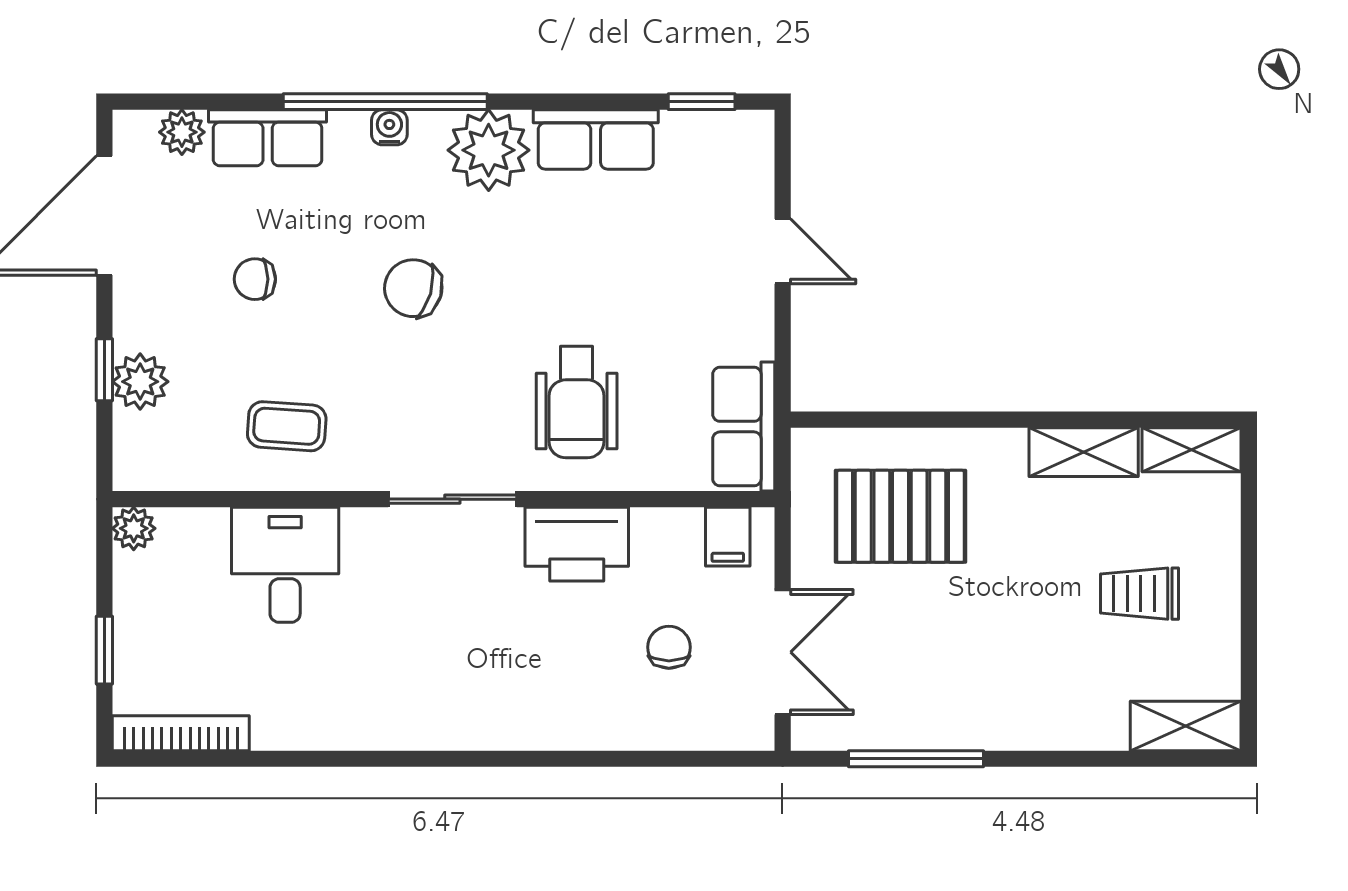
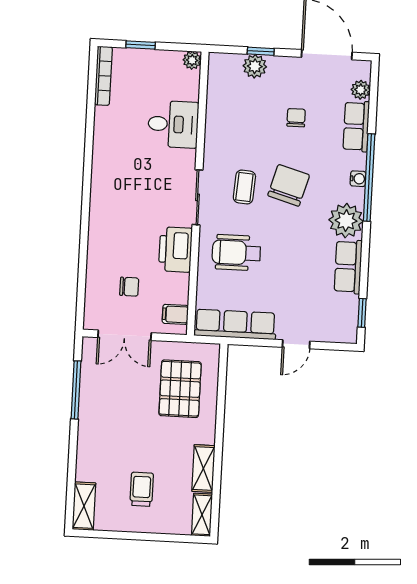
chair: (413, 288) -> (289, 185), width x1.37, depth x1.37
coffee table: (287, 426) -> (244, 187), moved
row of seats: (744, 427) -> (235, 324), width x1.48

